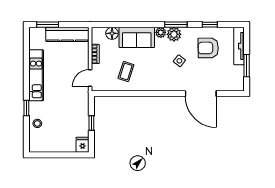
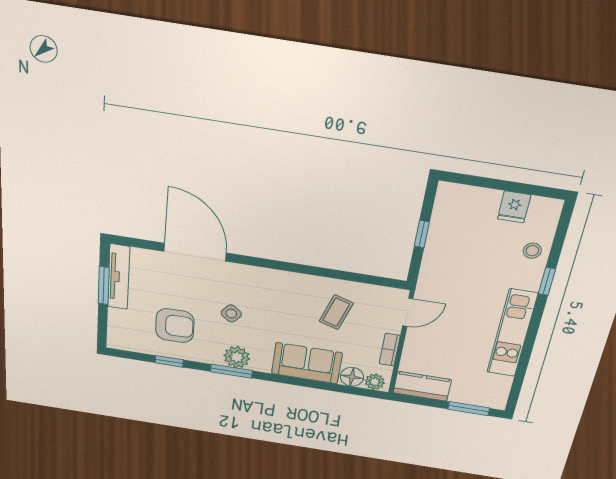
plant: (161, 32) -> (375, 382), moved
kitchen counter: (67, 34) -> (422, 386), width x0.67
tv unit: (239, 46) -> (119, 277), moved
fridge: (83, 145) -> (514, 207), moved

